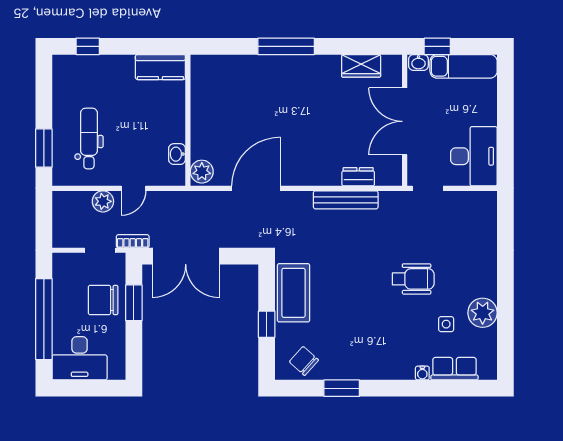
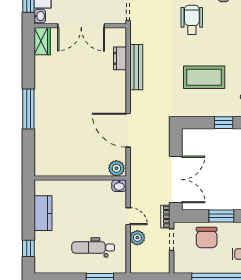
wardrobe: (361, 66) -> (42, 41), moved
kitchen counter: (160, 67) -> (43, 213), moved
washbasin: (177, 154) -> (119, 186), moved
coffee table: (294, 293) -> (204, 77), moved
window: (134, 303) -> (221, 216), moved

